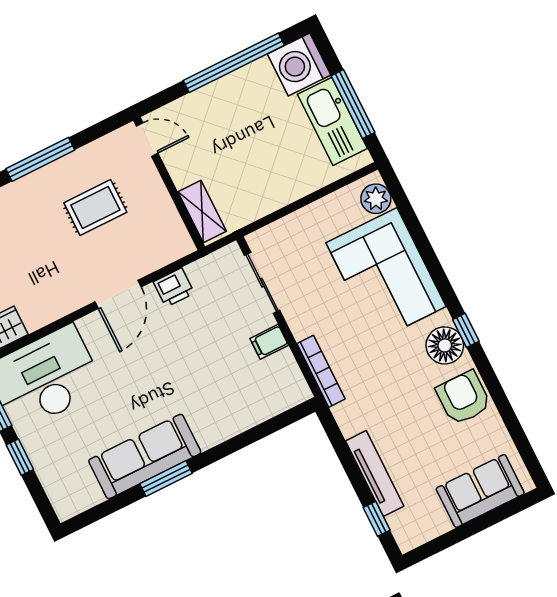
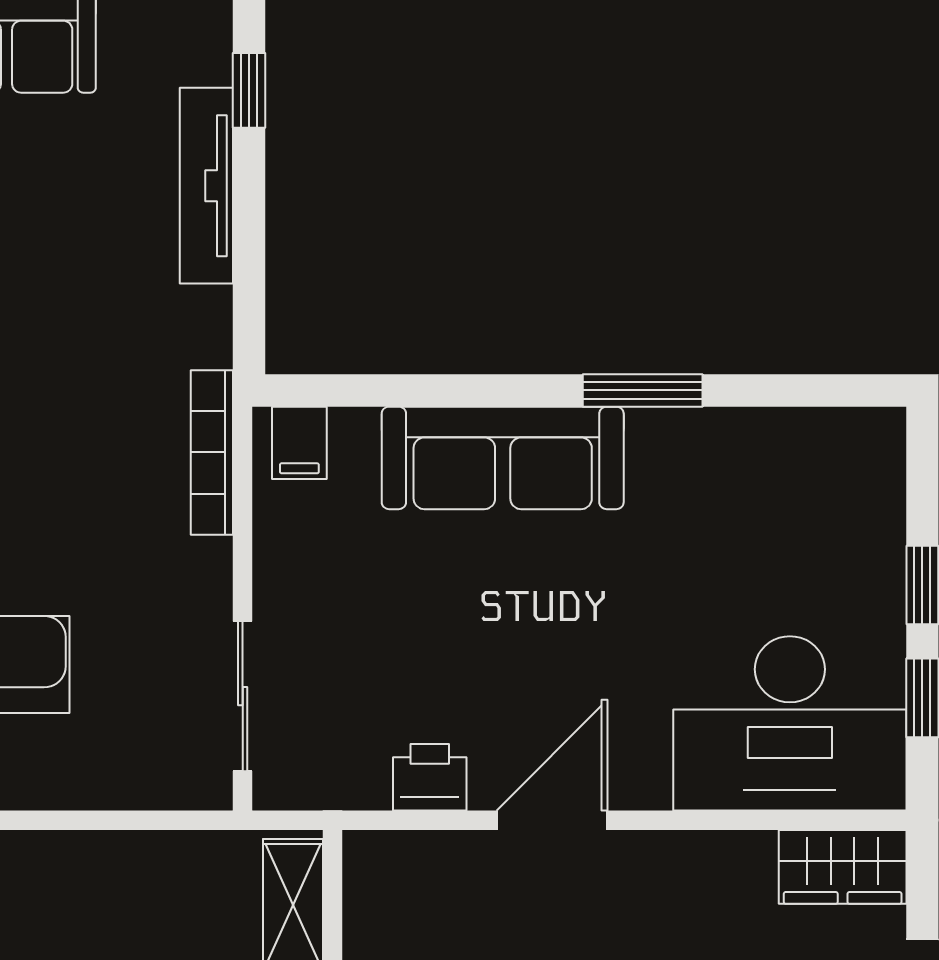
filing cabinet: (269, 342) -> (299, 443), moved, turned 90
sofa: (145, 456) -> (503, 458), moved

